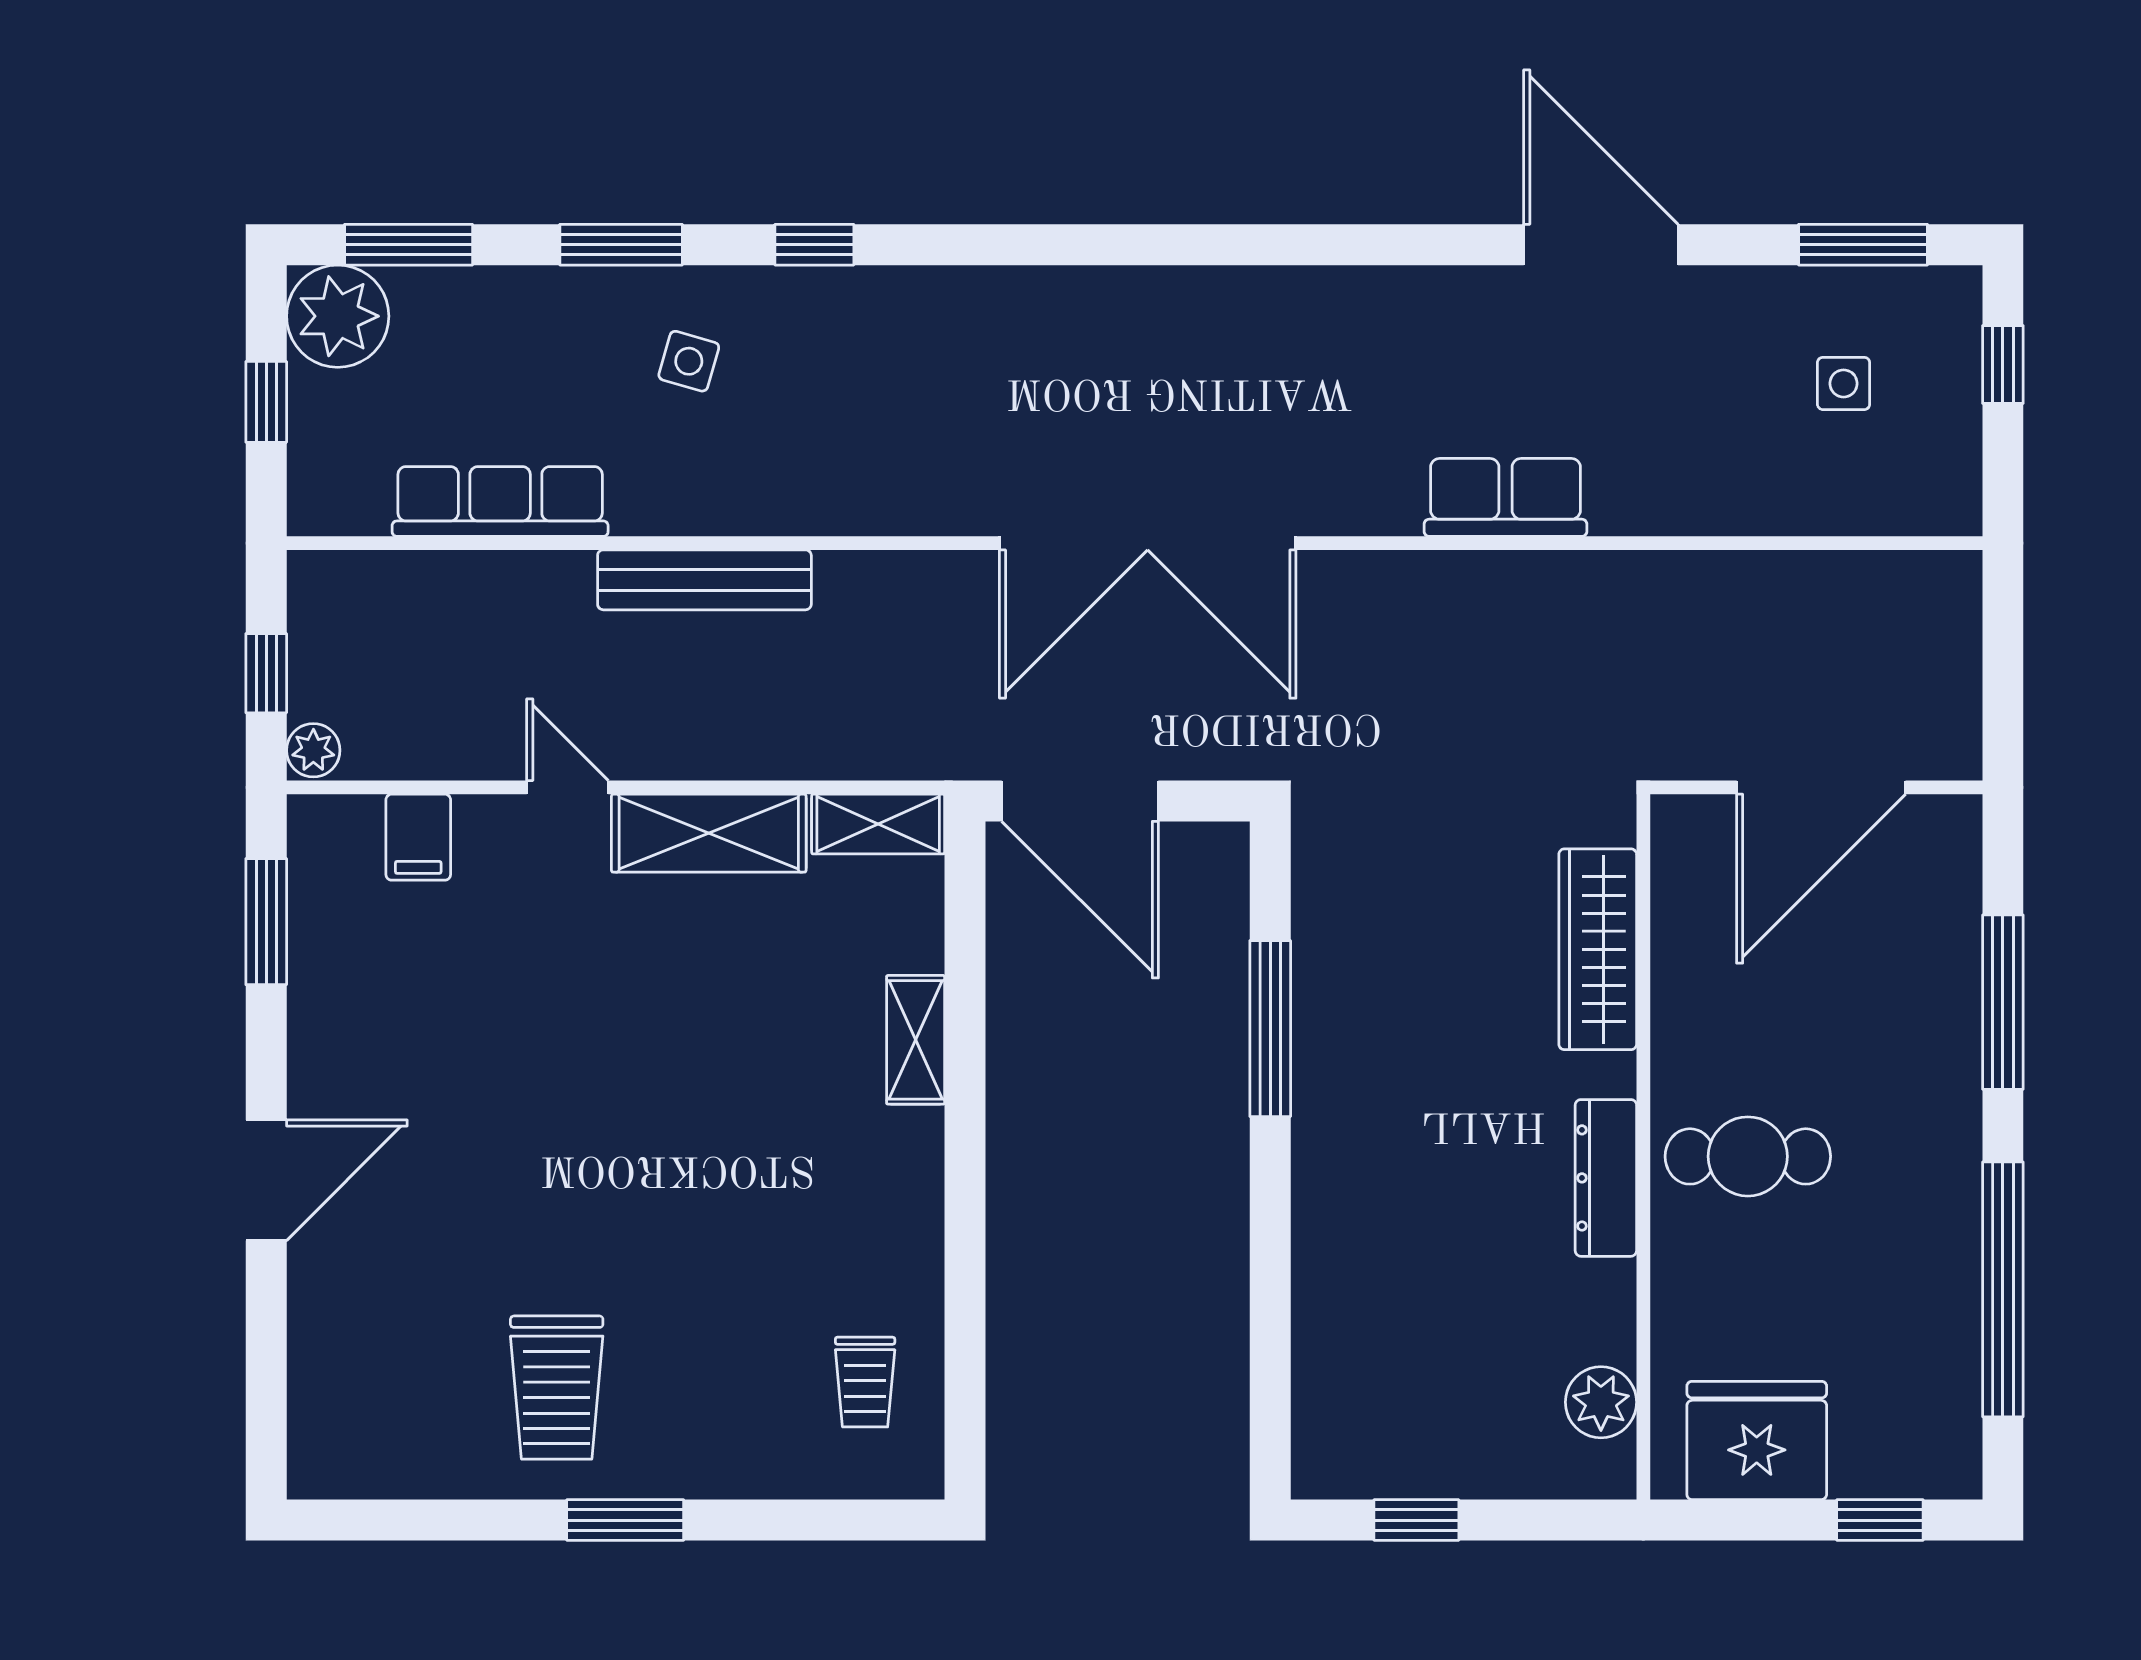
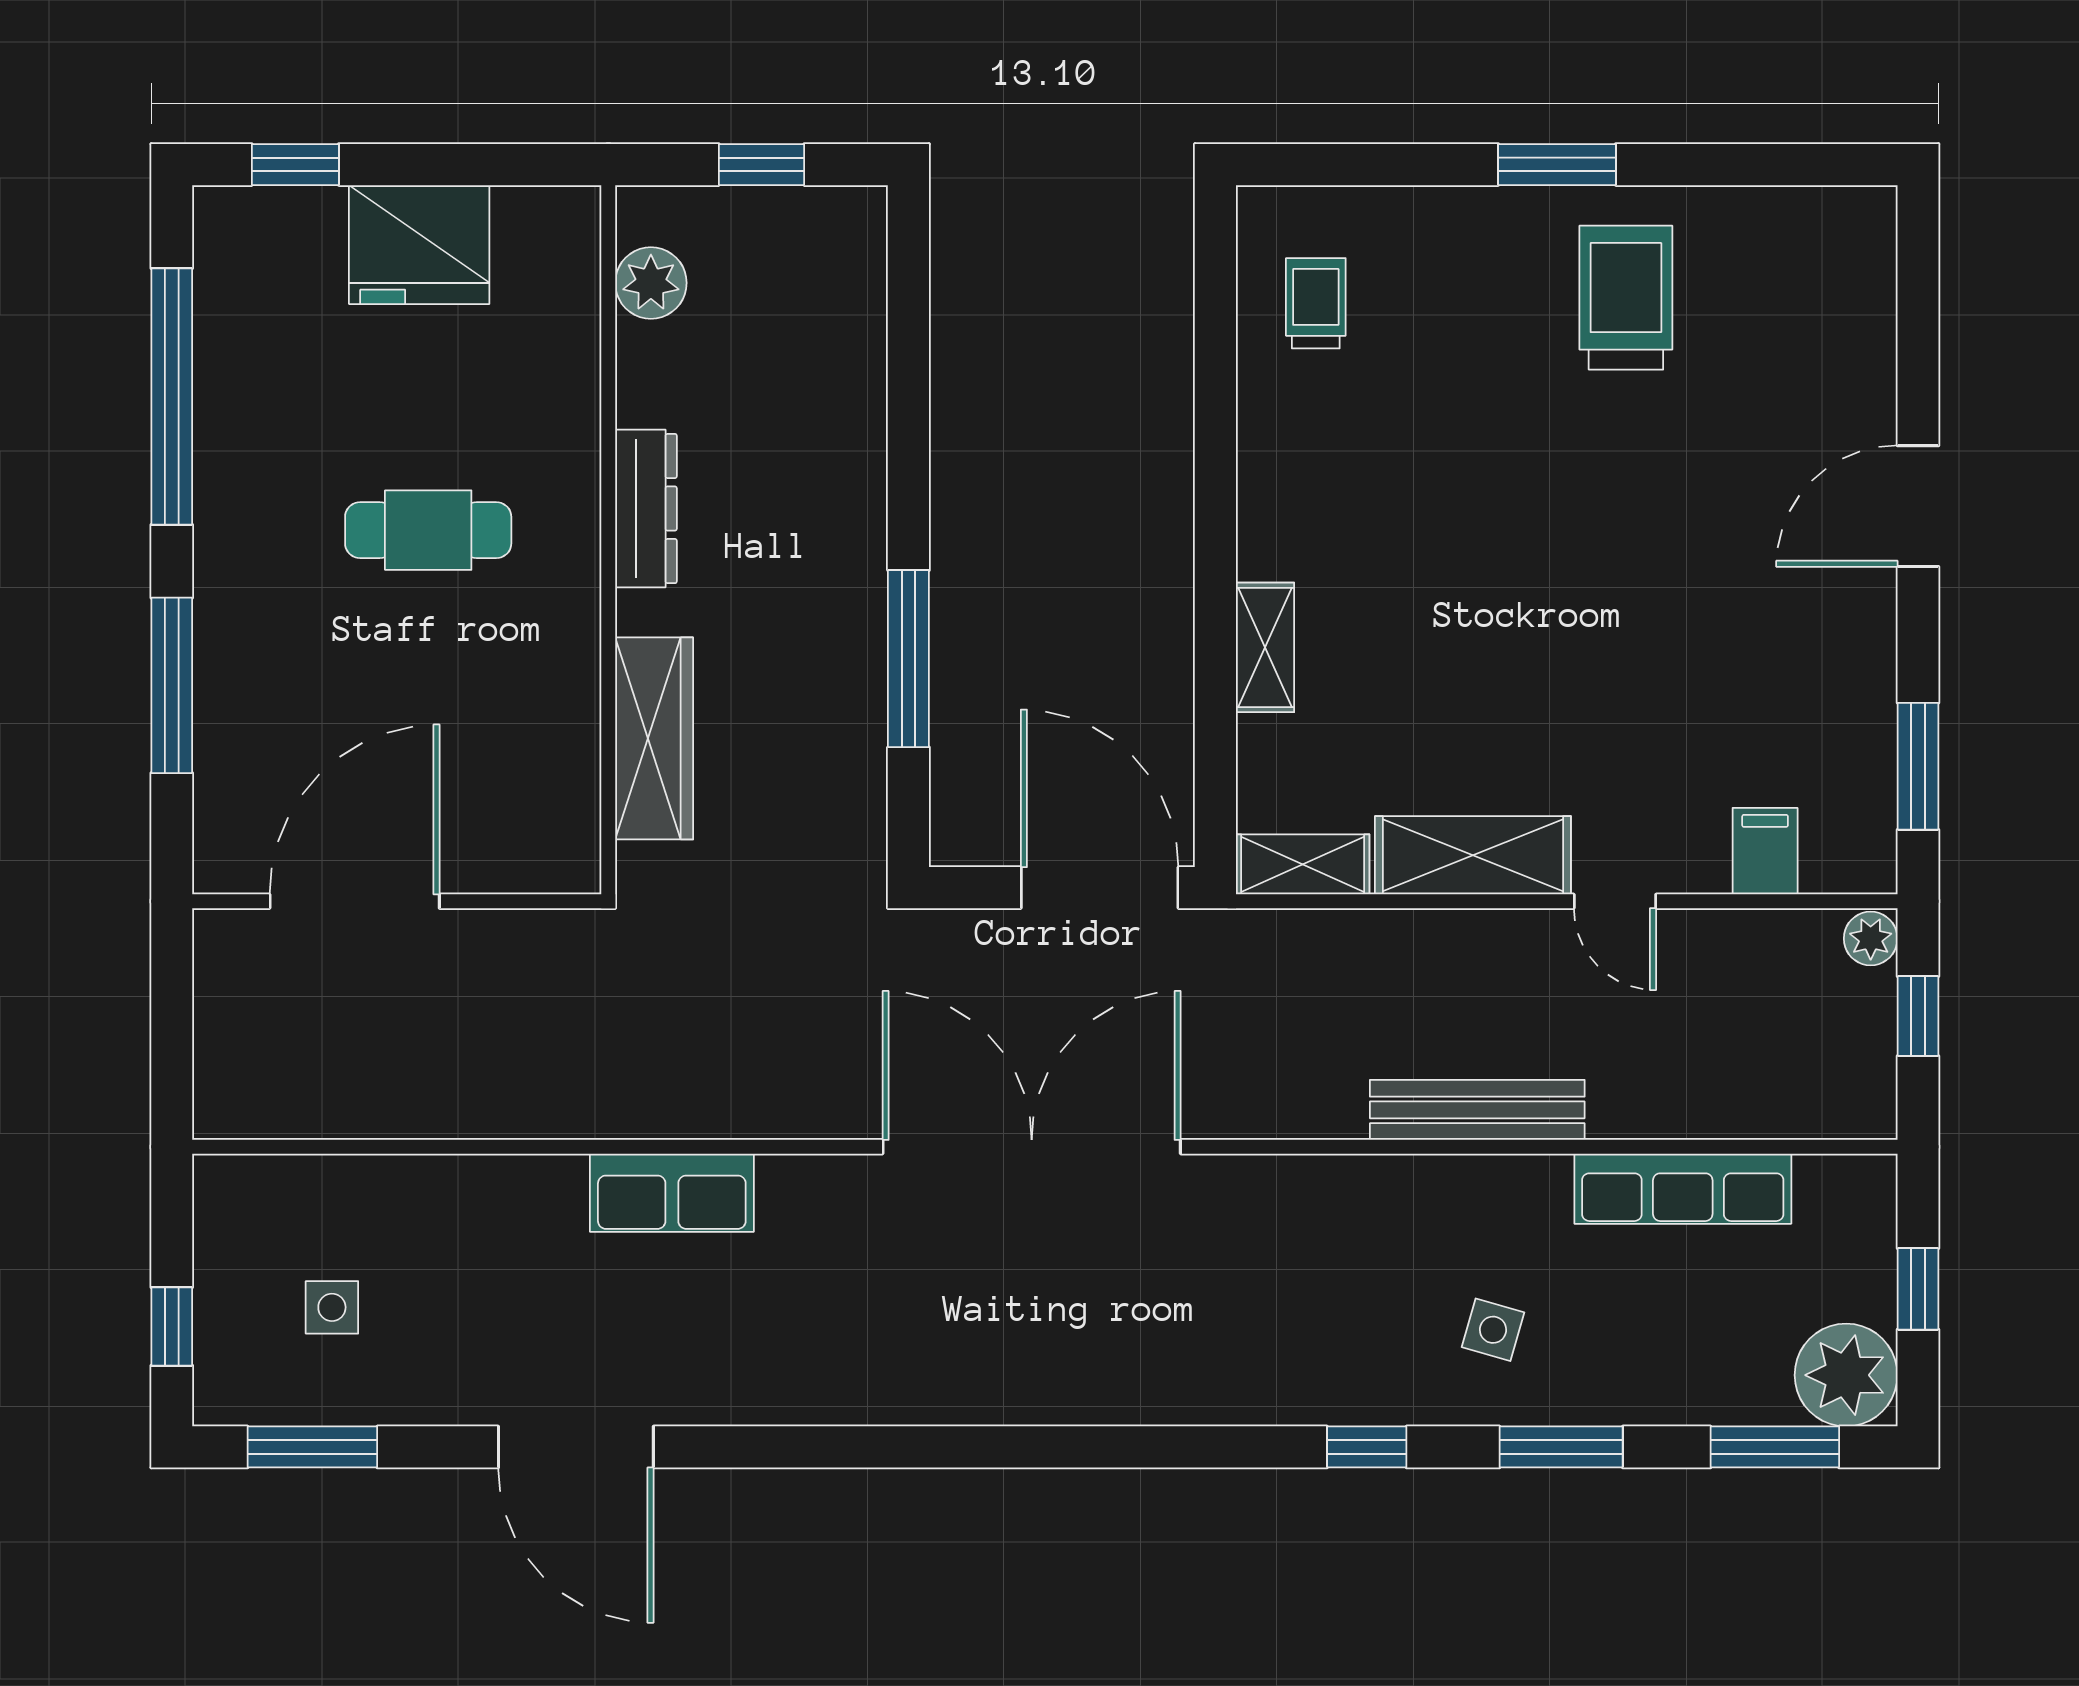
wardrobe: (1598, 949) -> (654, 738), moved
wall: (1643, 1147) -> (608, 540), moved
dresser: (1606, 1178) -> (646, 509), moved
plant: (1601, 1402) -> (651, 283), moved

